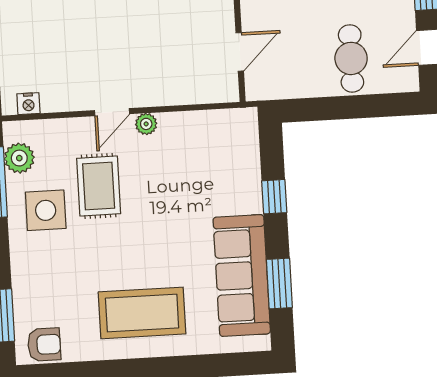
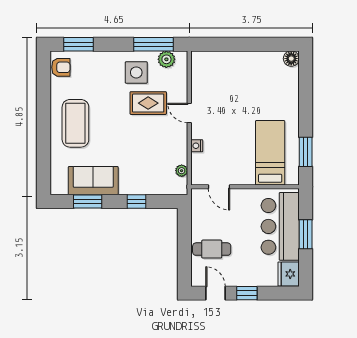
nightstand: (28, 104) -> (197, 146), moved
plant: (146, 124) -> (182, 171), moved
sofa: (242, 276) -> (93, 181), width x0.73
armchair: (44, 345) -> (61, 67), turned -90

